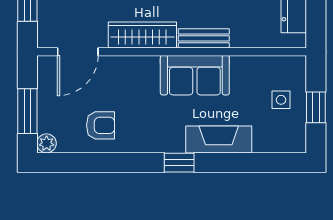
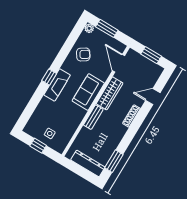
sofa: (195, 75) -> (88, 92), moved
armchair: (101, 125) -> (83, 54), turned -123
fireplace: (219, 139) -> (57, 85), moved

